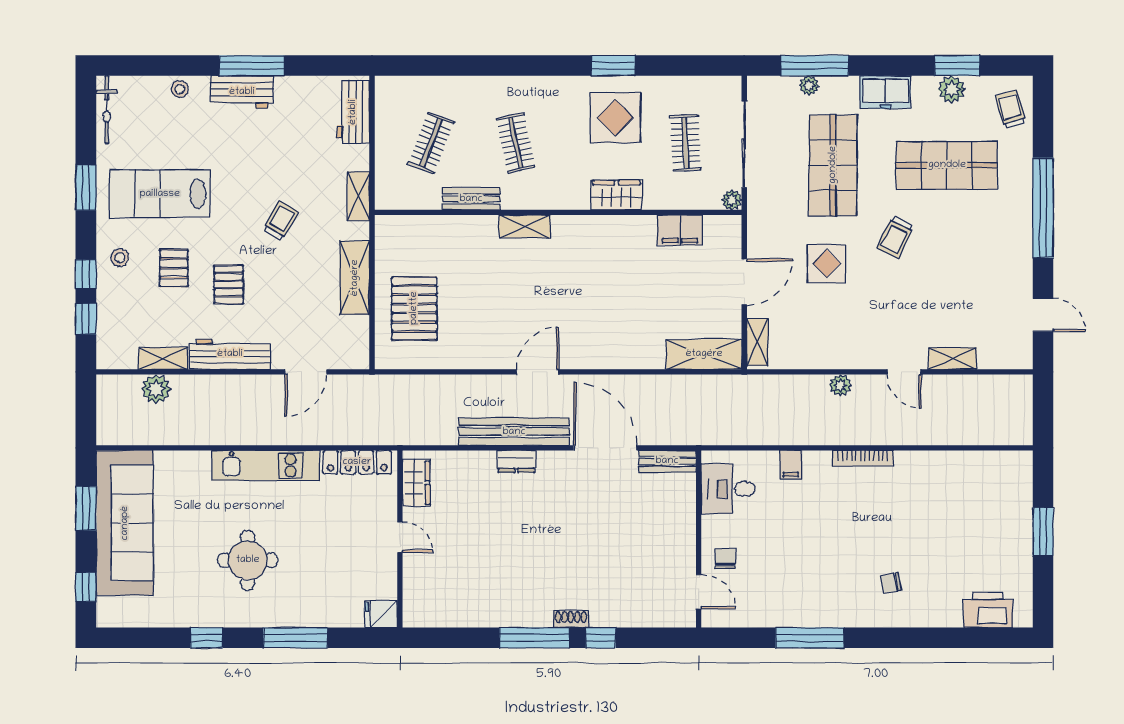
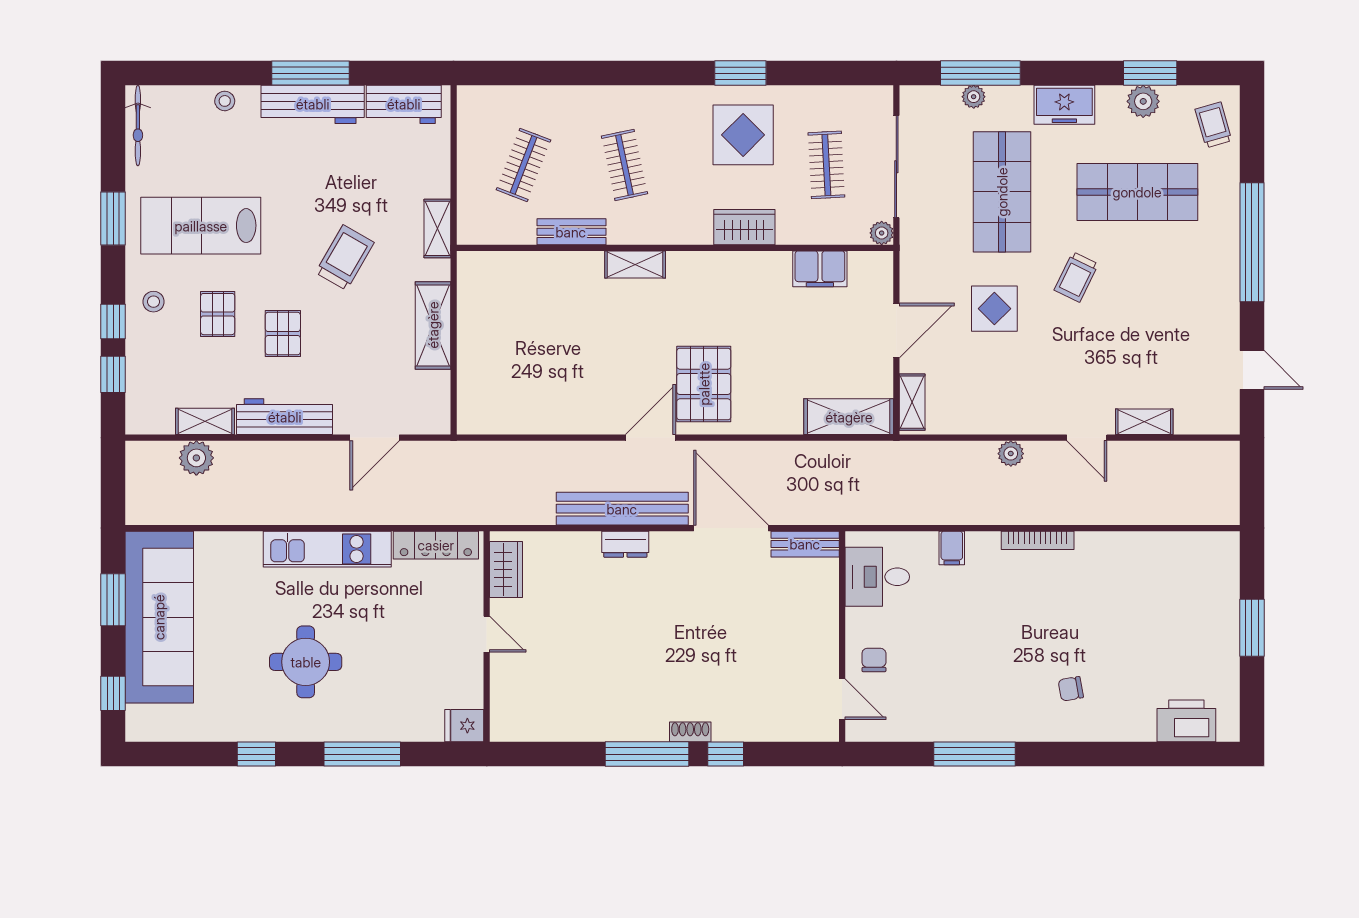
workbench: (242, 92) -> (313, 104), width x1.38
workbench: (353, 112) -> (404, 104), moved, turned -90
trolley: (281, 221) -> (345, 258), width x1.36, depth x1.39
pallet: (414, 308) -> (704, 384), moved

